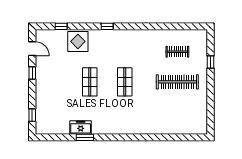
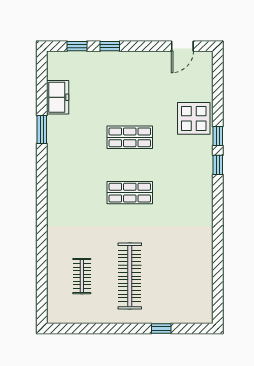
window: (61, 26) -> (218, 136), moved
clothes rail: (177, 52) -> (82, 276), moved
window: (32, 73) -> (110, 46), moved
freezer: (81, 127) -> (58, 97), moved

